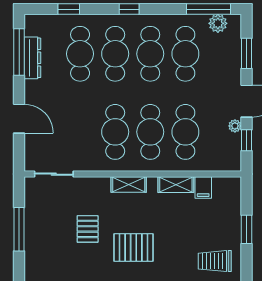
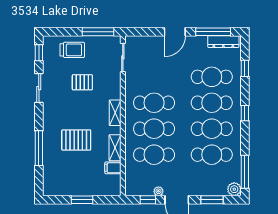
plant: (218, 23) -> (234, 189), moved
dresser: (32, 58) -> (223, 42), moved
door: (19, 119) -> (175, 32), moved
window: (19, 229) -> (98, 32), moved
pallet: (133, 247) -> (76, 140), moved, turned 90
trolley: (215, 261) -> (72, 50), moved, turned 90

